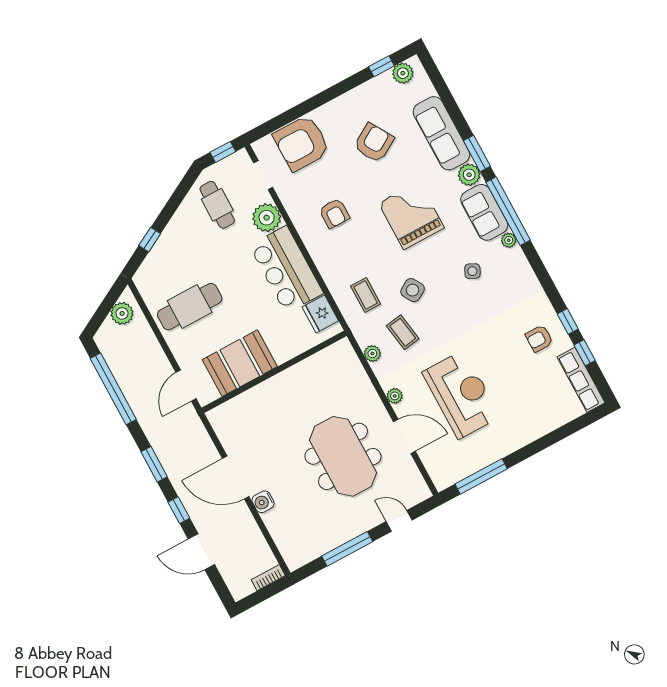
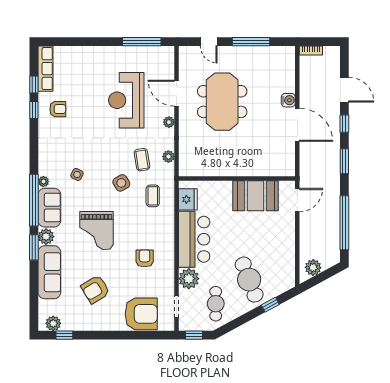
cafe table: (190, 307) -> (249, 280), moved, turned 69

